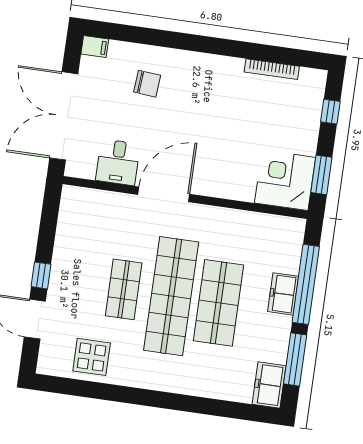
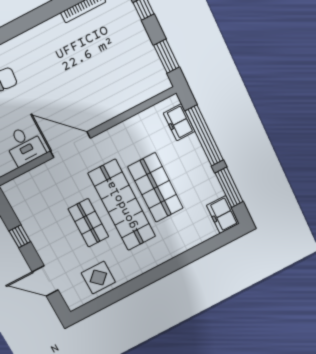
corner desk: (285, 180) -> (144, 77), removed
door: (164, 194) -> (70, 145), hinge flipped
window: (41, 275) -> (20, 236), moved
freezer: (283, 294) -> (179, 122), moved

